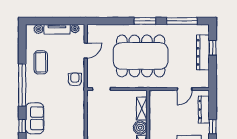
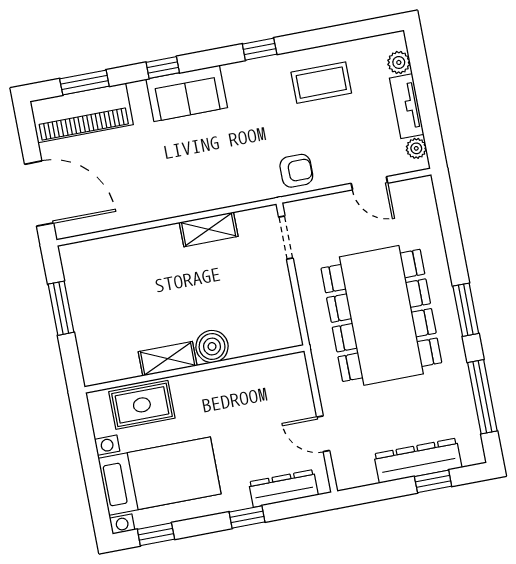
window: (22, 85) -> (260, 49), width x0.32
shelving: (142, 109) -> (209, 229), moved

